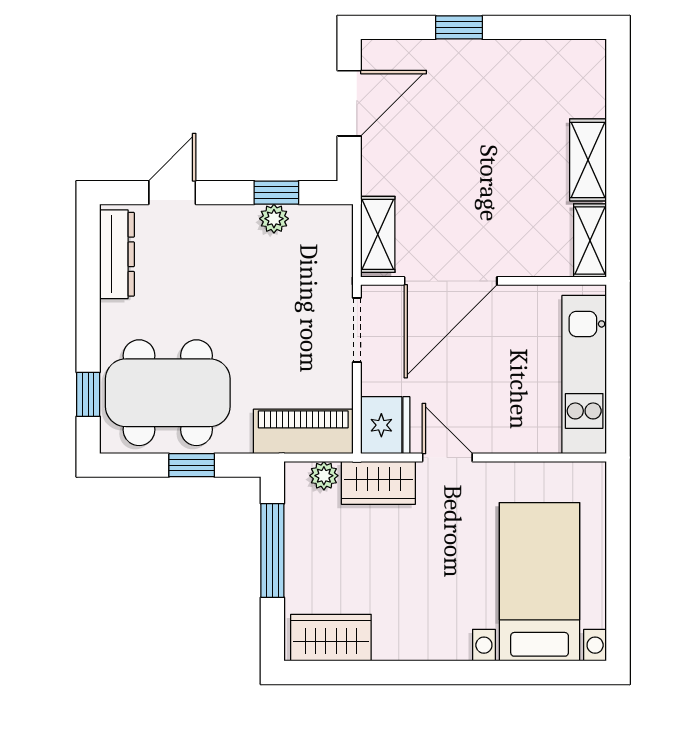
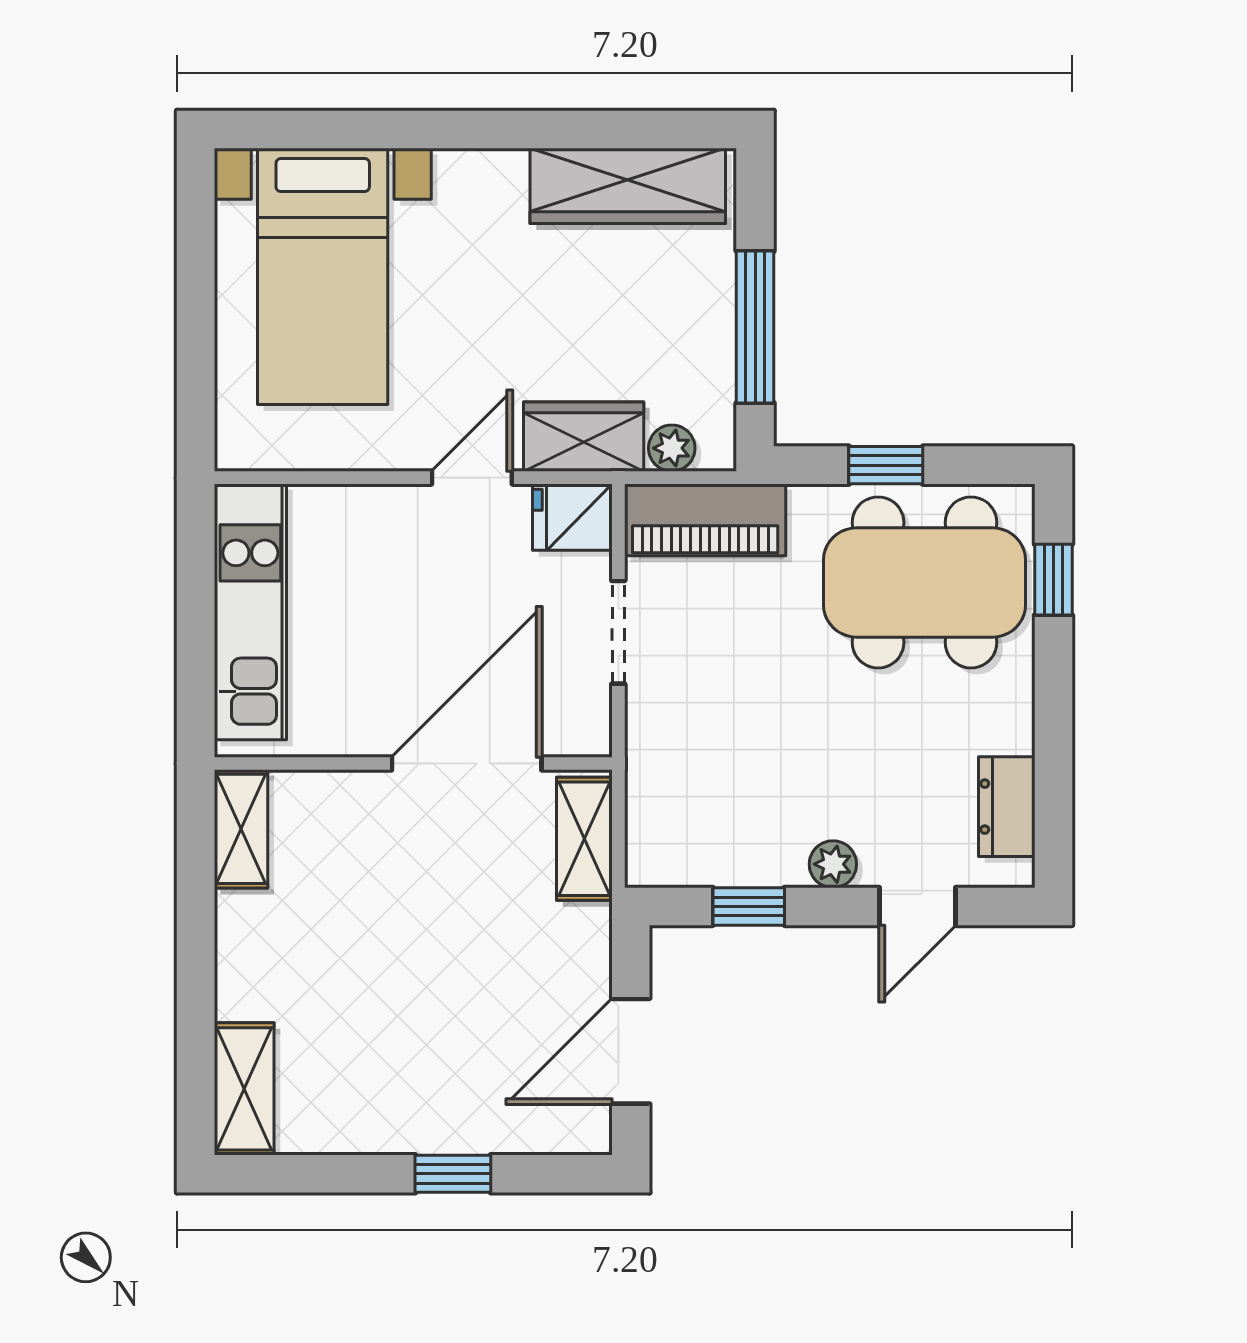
shelving: (588, 160) -> (244, 1089), moved
plant: (274, 219) -> (833, 864), moved
dresser: (117, 254) -> (1007, 807), width x0.70
doorway: (357, 330) -> (618, 632), moved
fridge: (385, 425) -> (572, 517), width x0.72
door: (447, 457) -> (472, 478), swing flipped
wardrobe: (331, 638) -> (628, 186), width x1.50

